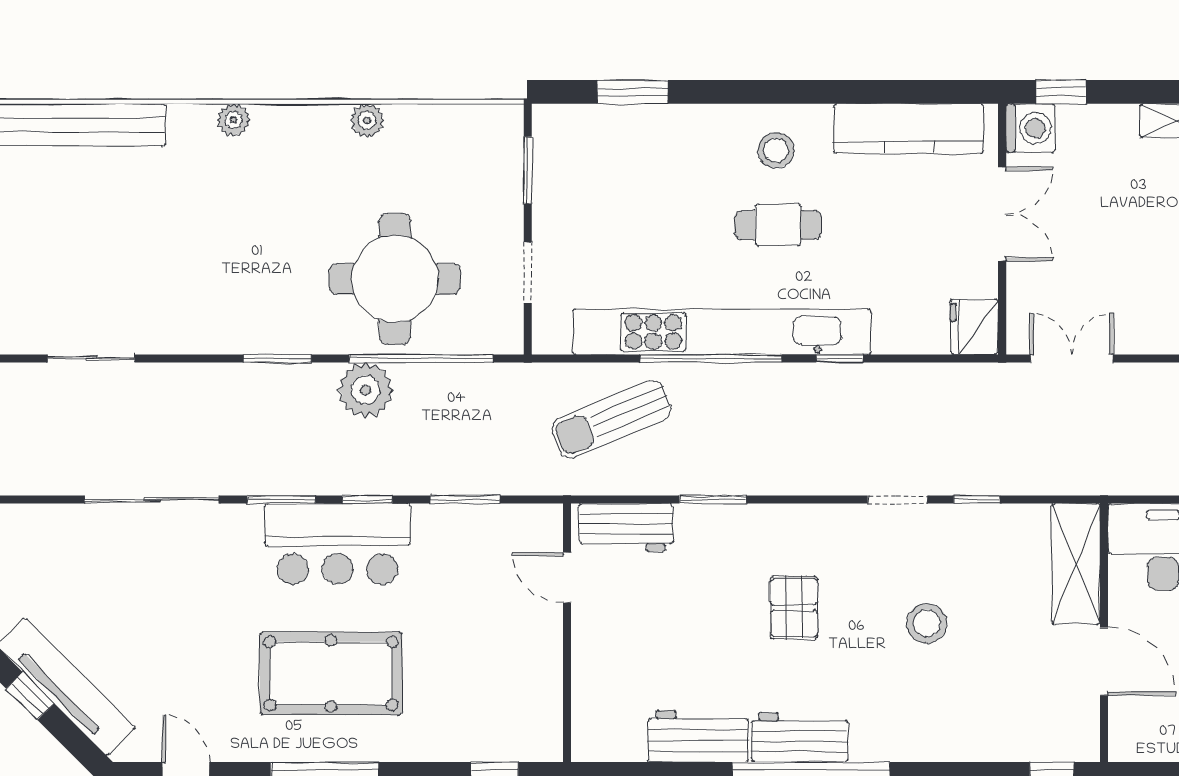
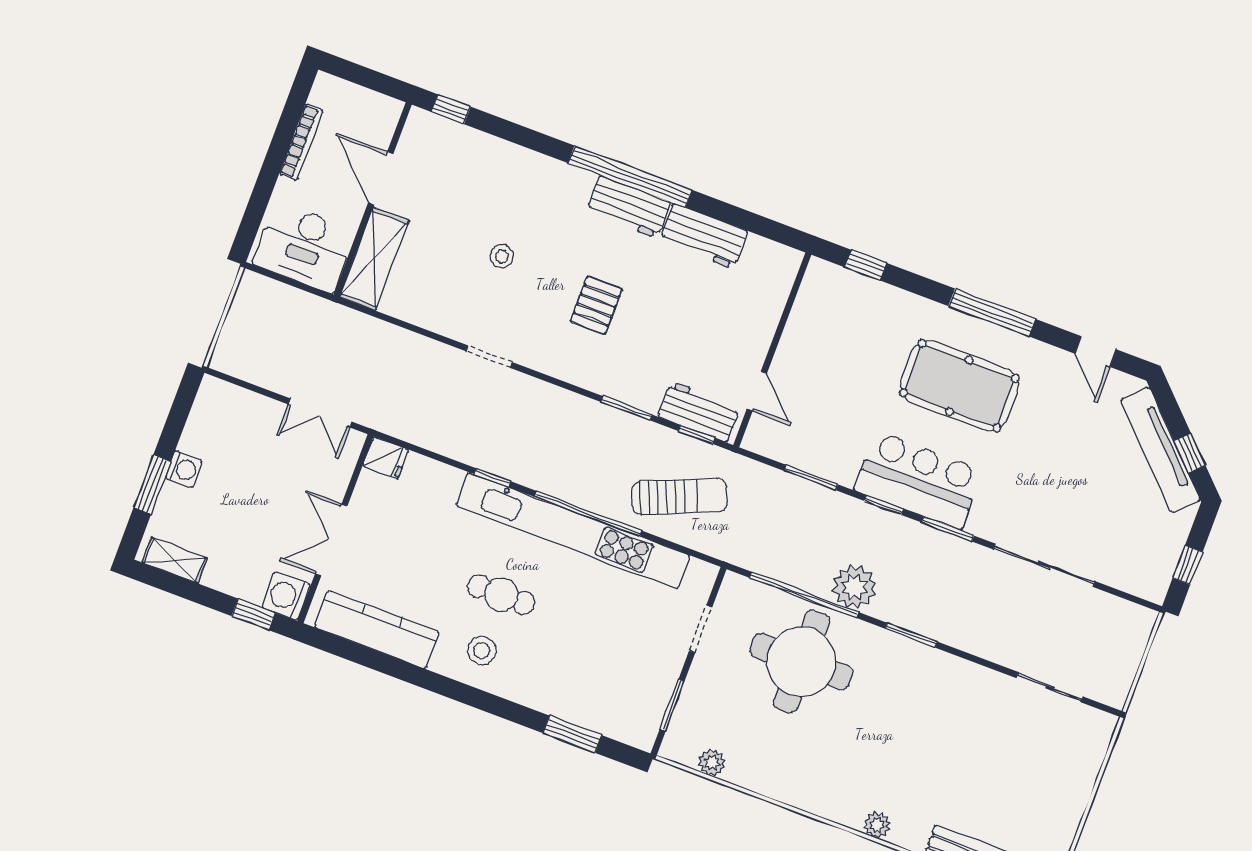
plant: (367, 120) -> (712, 762), moved
fridge: (974, 327) -> (386, 458), width x0.72
window: (977, 500) -> (697, 435), moved
stool: (927, 623) -> (502, 256), width x0.73, depth x0.73

